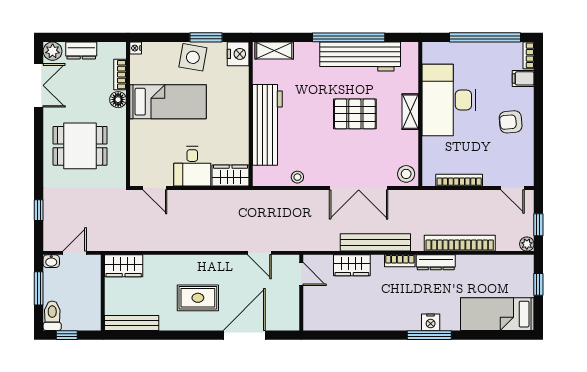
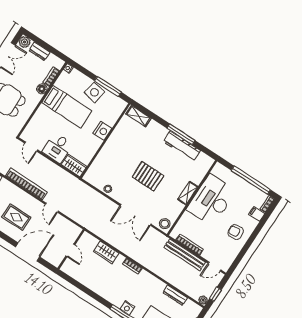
window: (206, 37) -> (108, 86), width x1.44
window: (349, 37) -> (181, 134), width x0.68
nightstand: (238, 54) -> (102, 131), moved
workbench: (360, 57) -> (182, 146), width x0.73, depth x0.76
pallet: (355, 114) -> (148, 176), moved
workbench: (267, 125) -> (110, 152), removed
door: (513, 188) -> (215, 267), hinge flipped
bench: (375, 242) -> (185, 255), moved
bookcase: (460, 243) -> (26, 184), moved
door: (259, 253) -> (52, 208), moved
dresser: (436, 262) -> (175, 295), moved
door: (301, 274) -> (70, 250), moved

